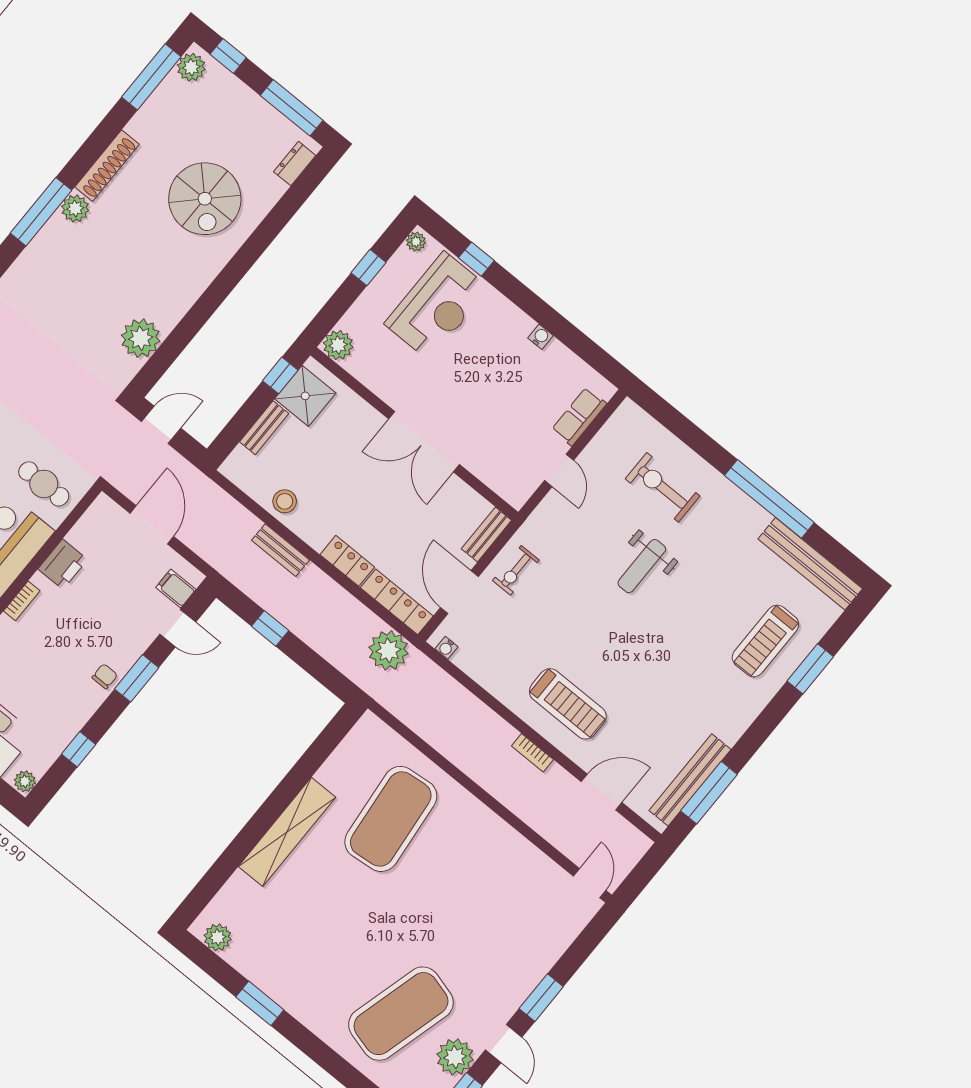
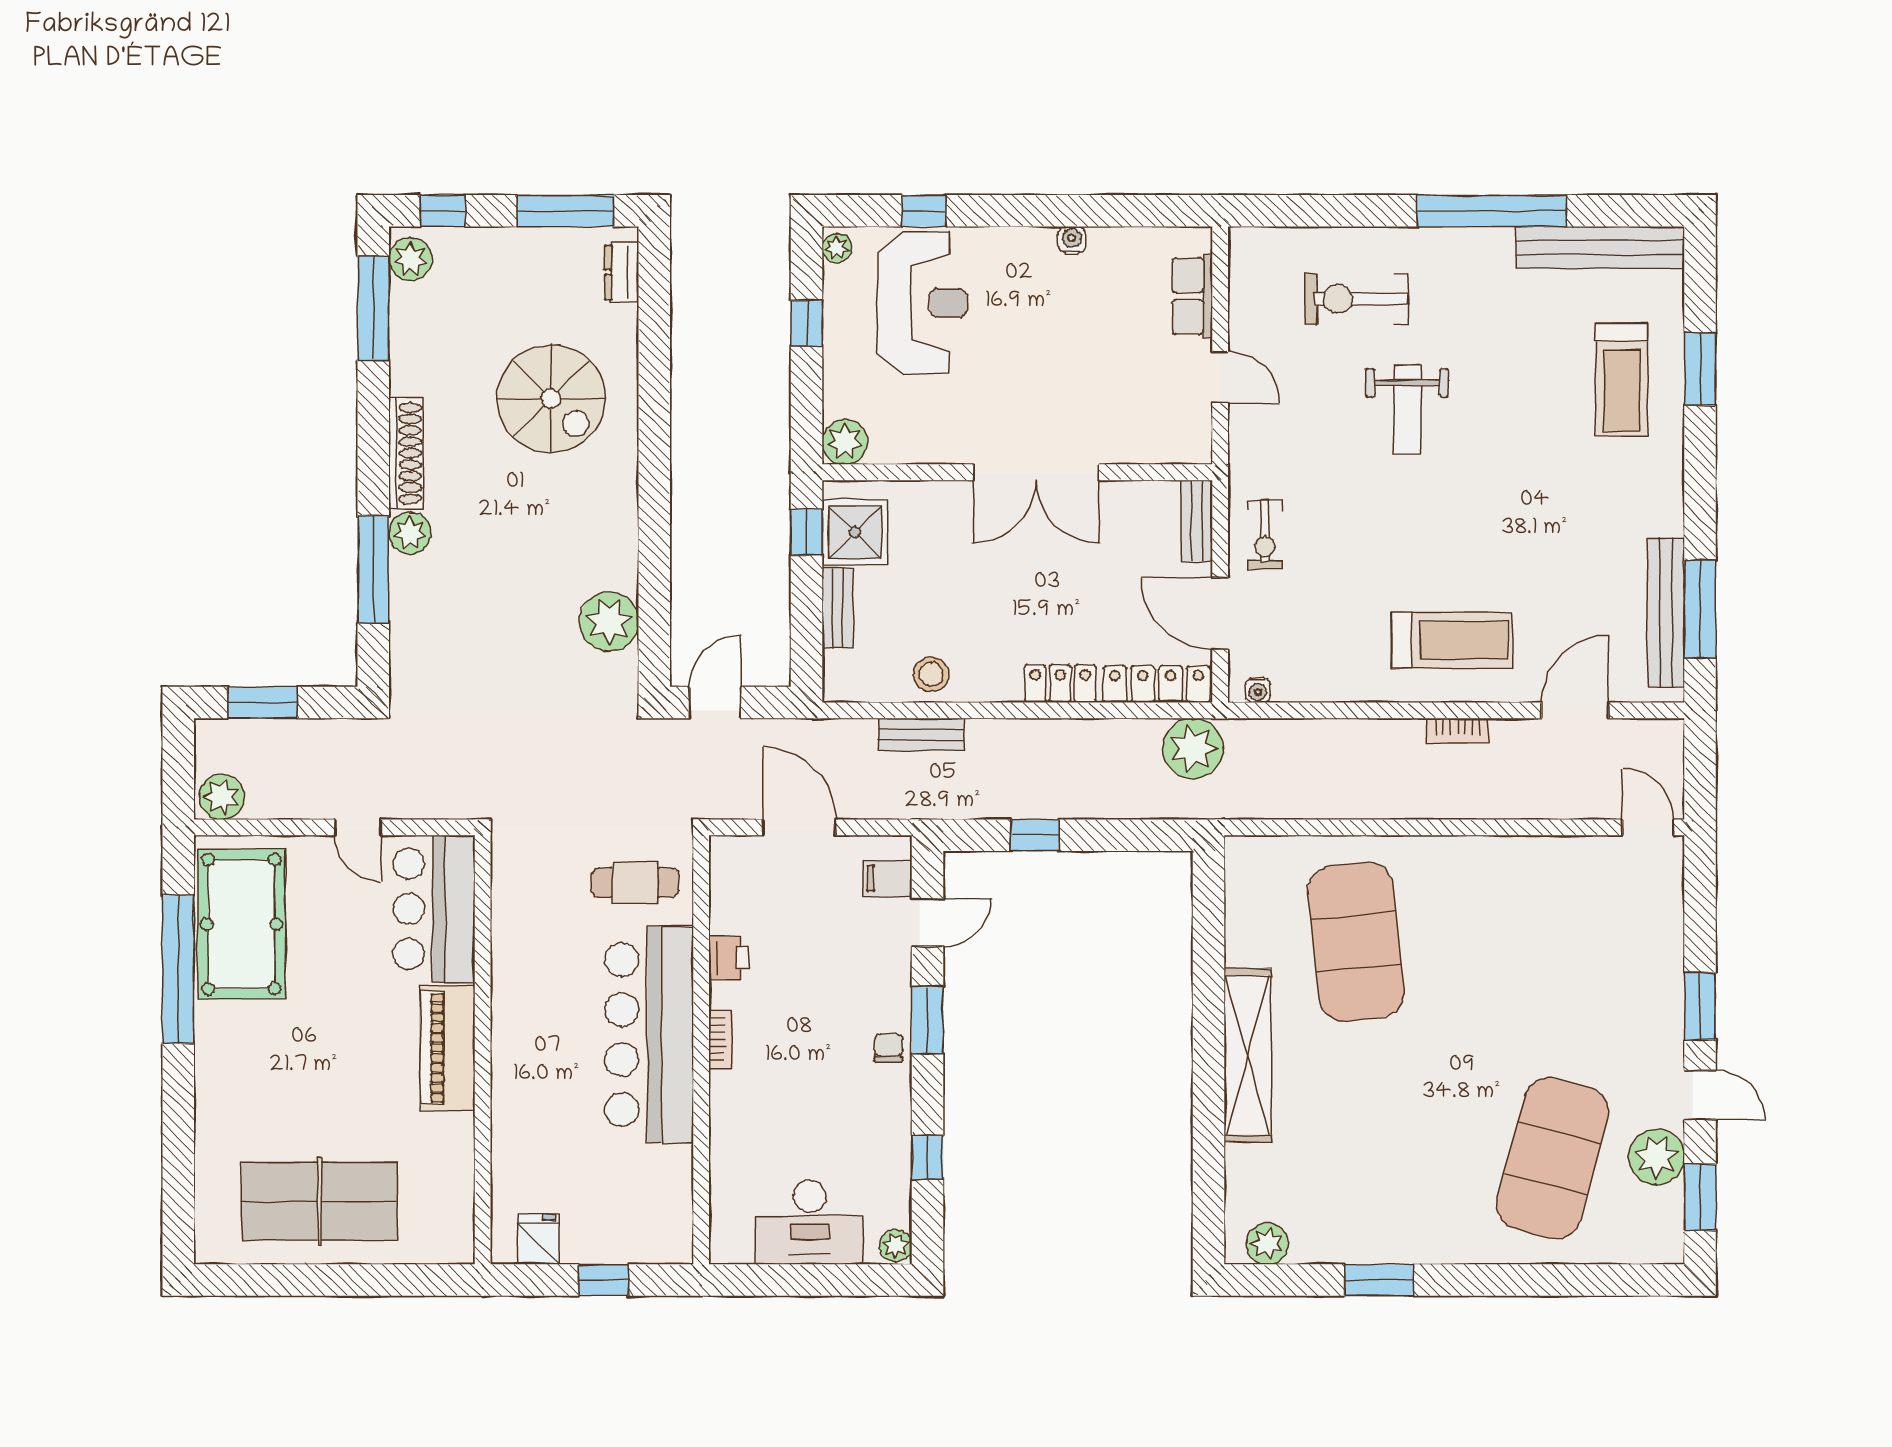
bench: (281, 550) -> (921, 735), moved
printer: (63, 564) -> (729, 958), width x0.73, depth x0.81

